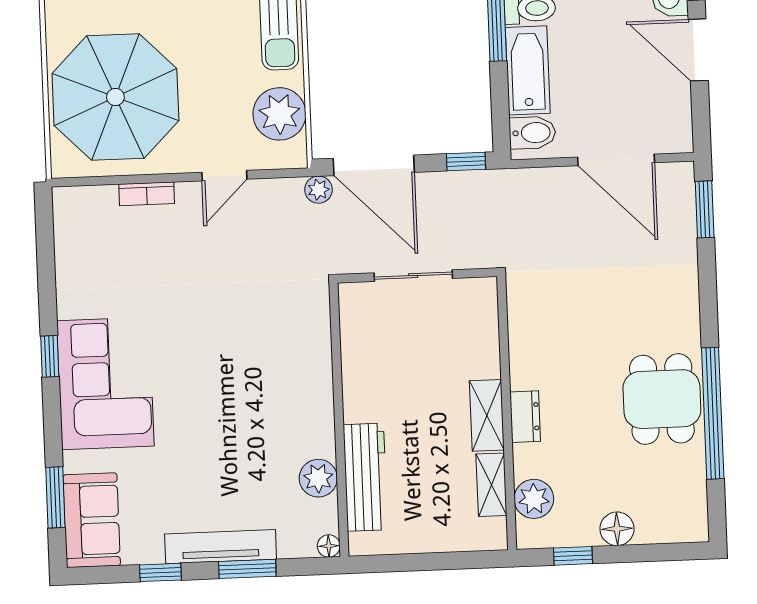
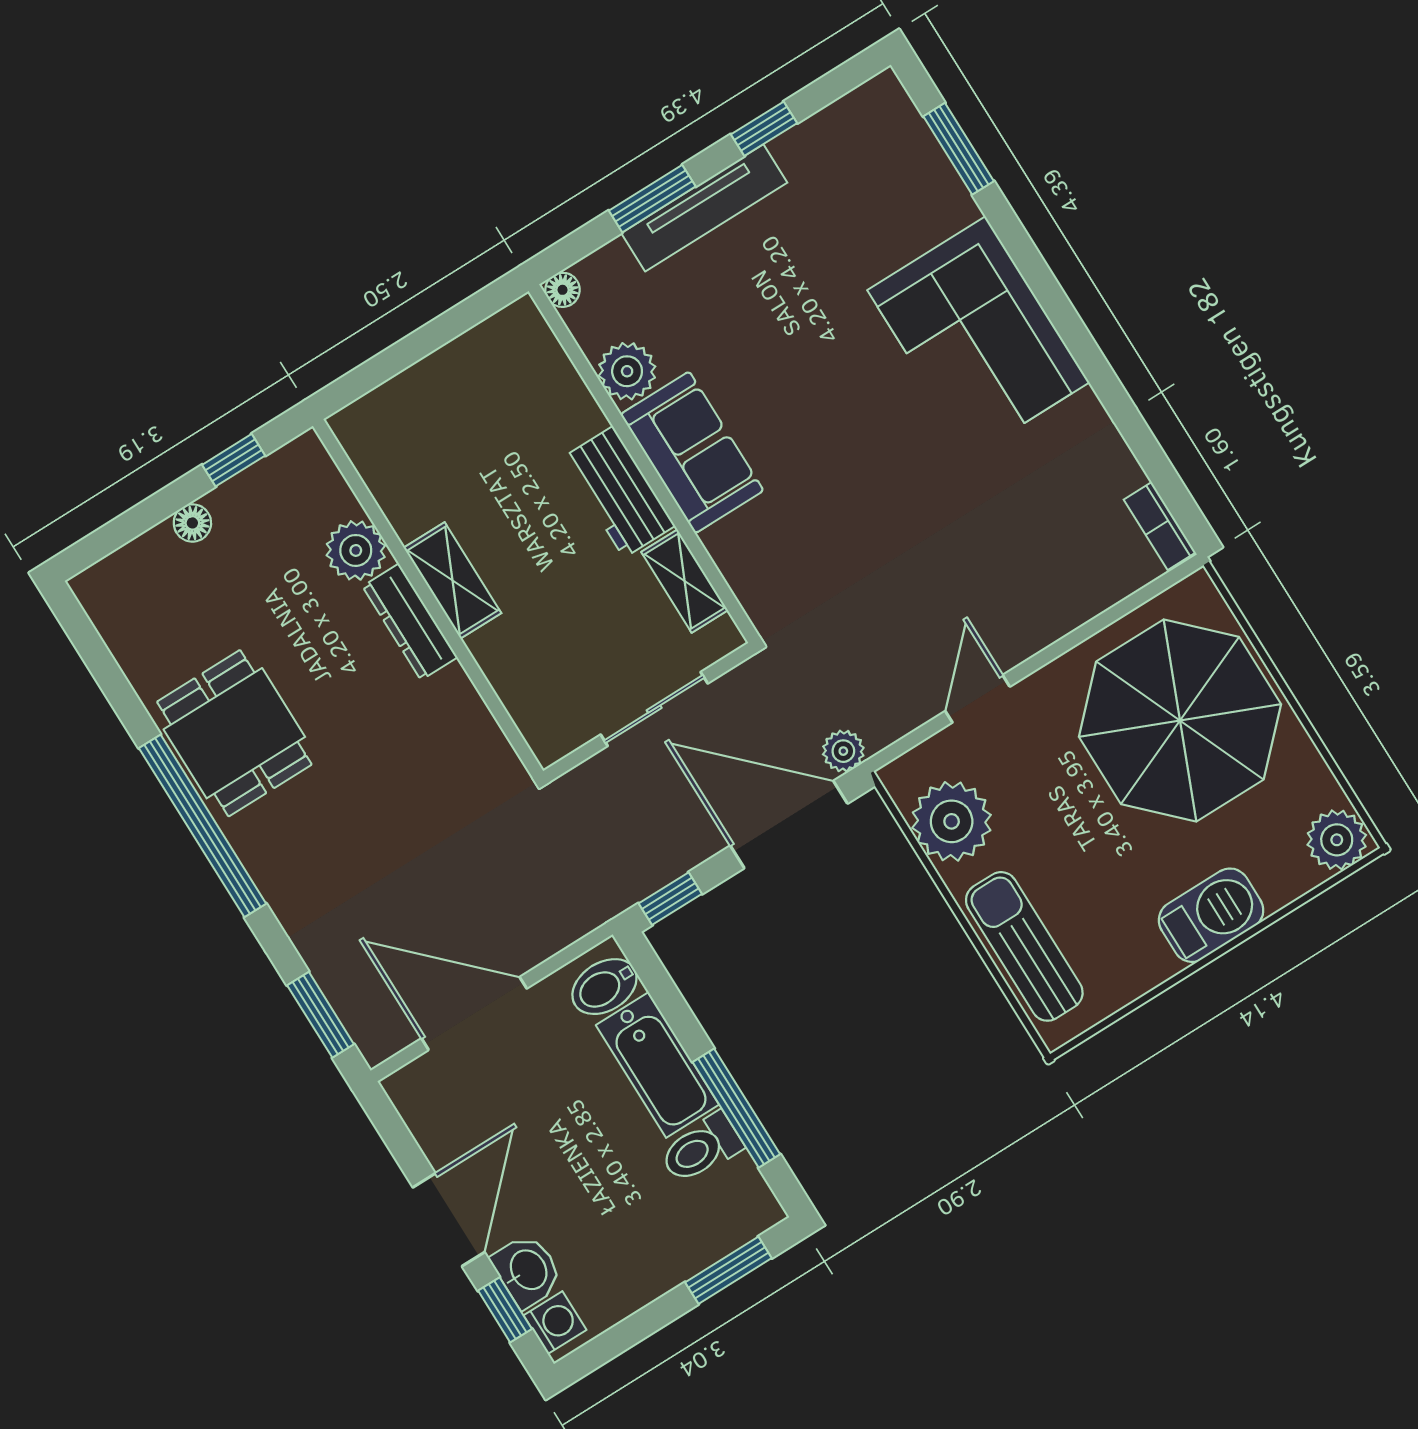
door: (698, 50) -> (449, 1220), hinge flipped
bookcase: (147, 194) -> (1160, 526), moved, turned -90
window: (50, 356) -> (1072, 330), removed
window: (713, 413) -> (203, 826), moved
dresser: (525, 417) -> (410, 622), width x1.44
workbench: (365, 477) -> (618, 492), moved, width x0.73
shelving: (491, 485) -> (685, 581), moved
plant: (534, 499) -> (356, 550), moved
sofa: (92, 520) -> (692, 452), moved, turned 180
floor lamp: (617, 529) -> (192, 523), width x0.73, depth x0.73

